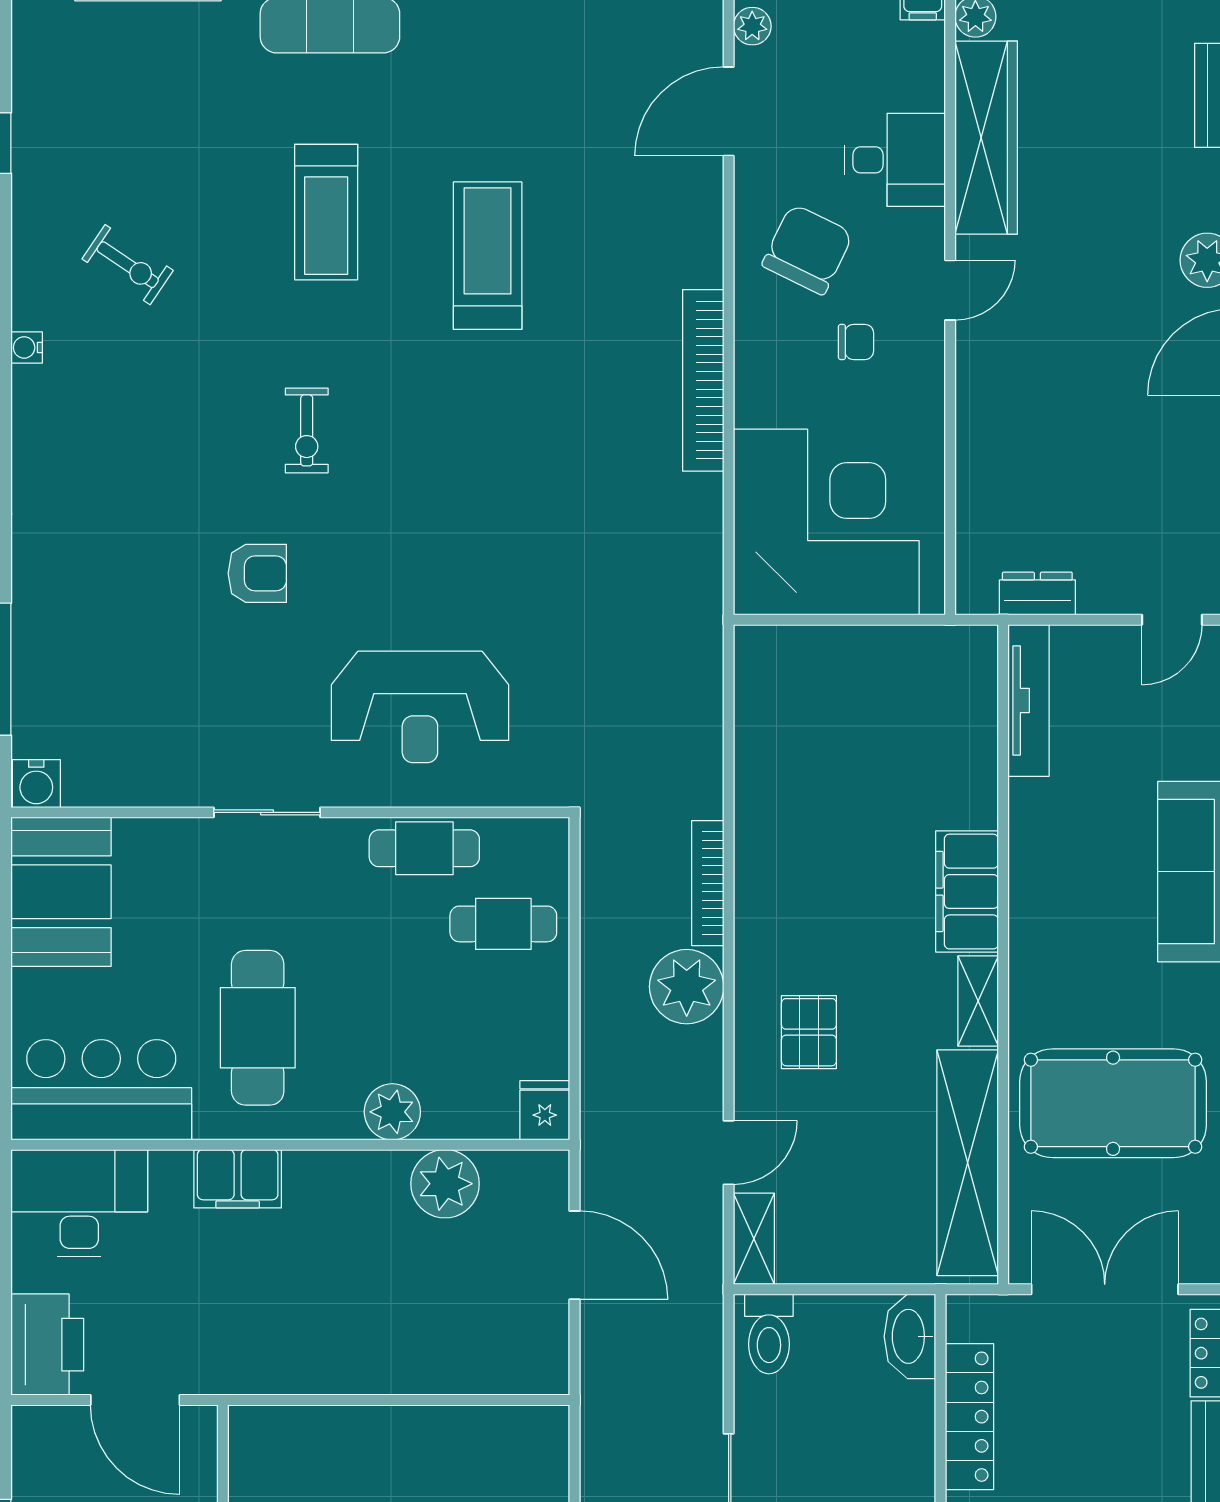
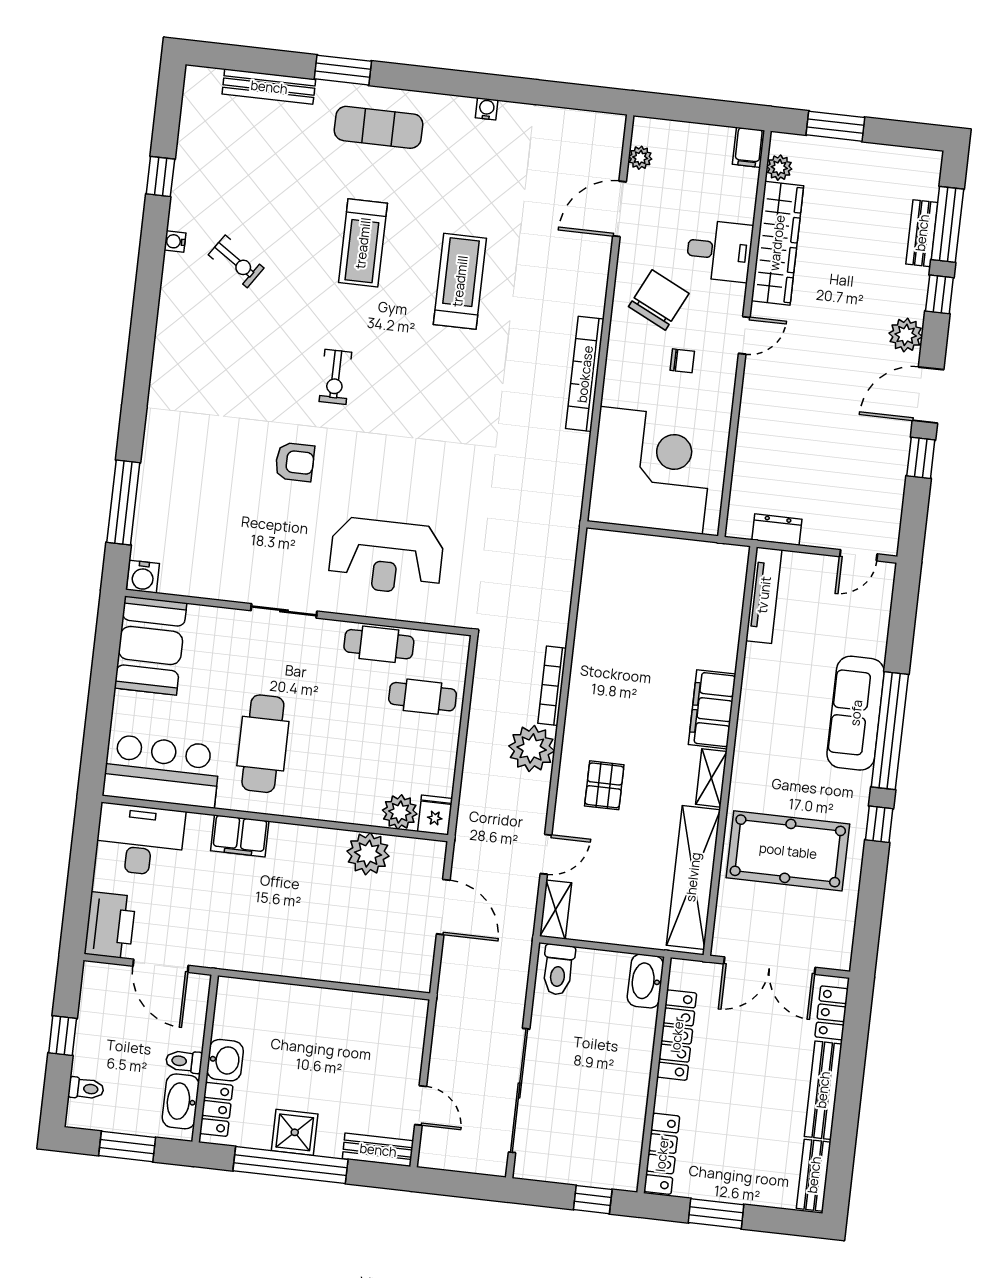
water cooler: (27, 347) -> (175, 241), moved
plant: (392, 1112) -> (400, 812), moved
double door: (1105, 1289) -> (770, 966), swing flipped

